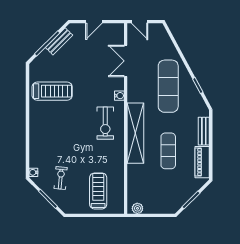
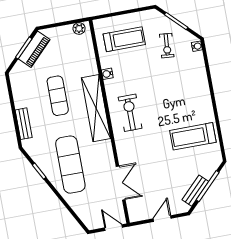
water cooler: (119, 96) -> (107, 74), moved
piano: (202, 162) -> (34, 49), moved, turned 45
treadmill: (98, 191) -> (124, 39), turned -90

